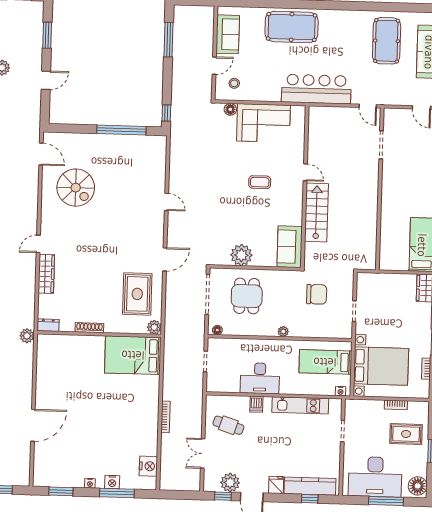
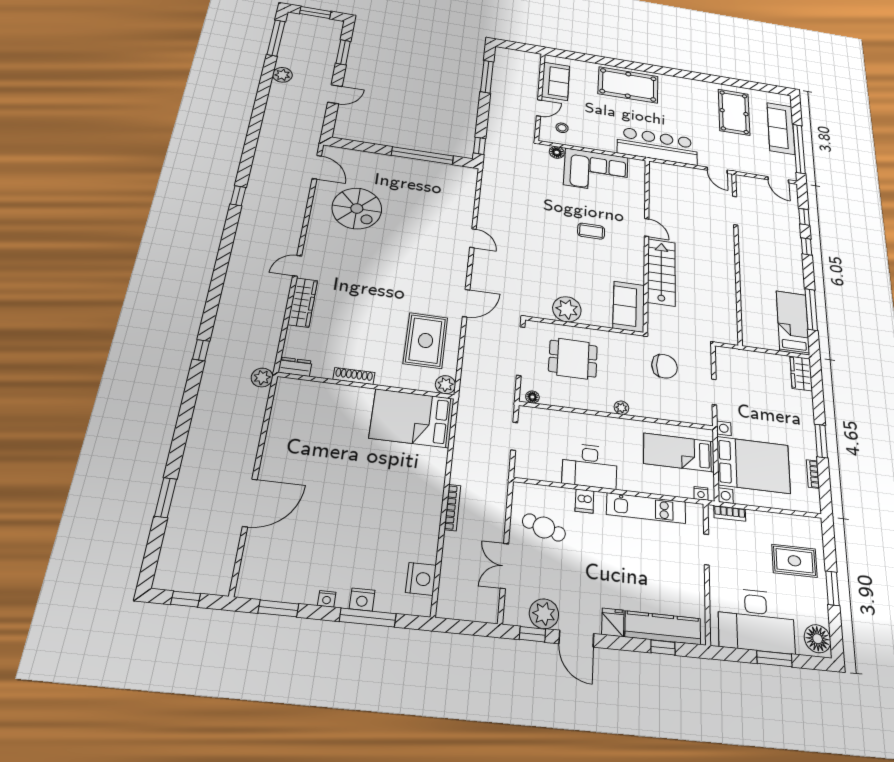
dining table: (247, 296) -> (573, 359), turned 90
bookcase: (396, 405) -> (730, 513), moved
window: (386, 501) -> (774, 659), width x0.69

